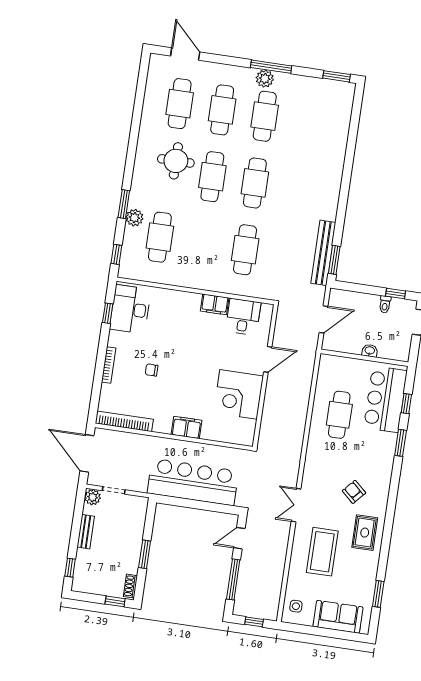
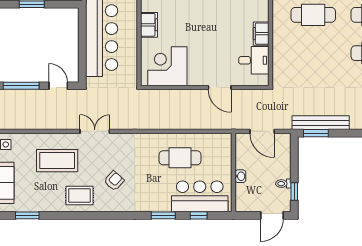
cafe table: (245, 250) -> (313, 15), moved
corner desk: (238, 394) -> (167, 66), moved

